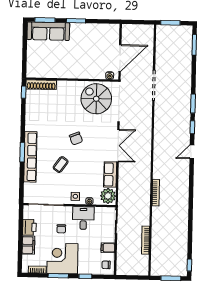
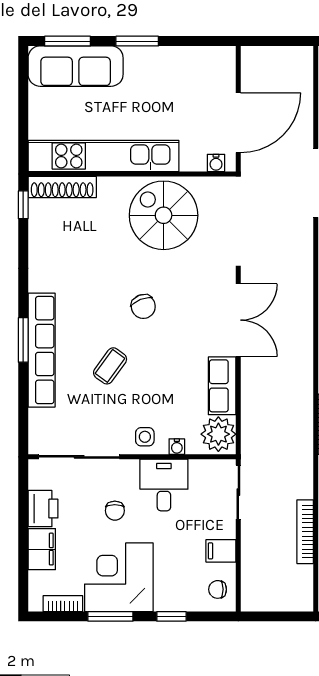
kitchen unit: (60, 71) -> (103, 156), added
spiral stairs: (96, 99) -> (164, 215), moved

